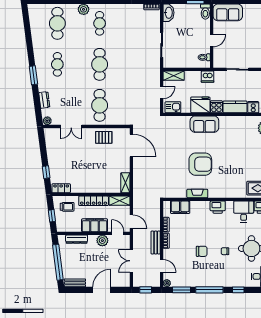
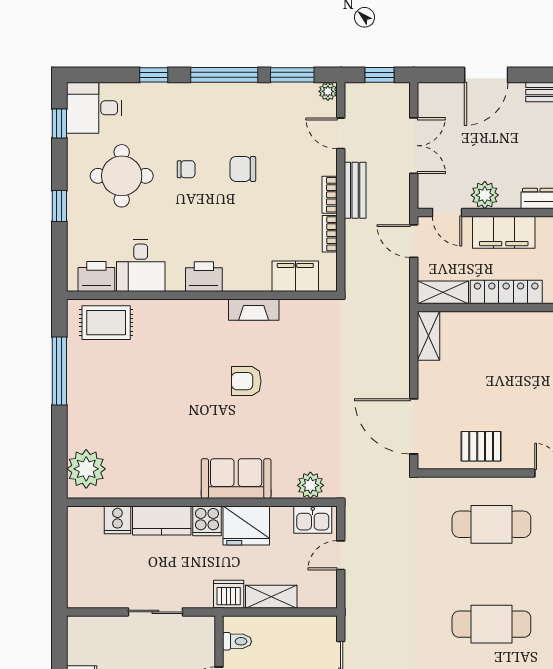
cafe table: (100, 64) -> (491, 624), turned 90
shelving: (174, 76) -> (271, 597), moved
cafe table: (100, 105) -> (491, 524), turned 90
plant: (174, 121) -> (310, 485), added
armchair: (200, 164) -> (246, 381), width x0.53, depth x0.53

